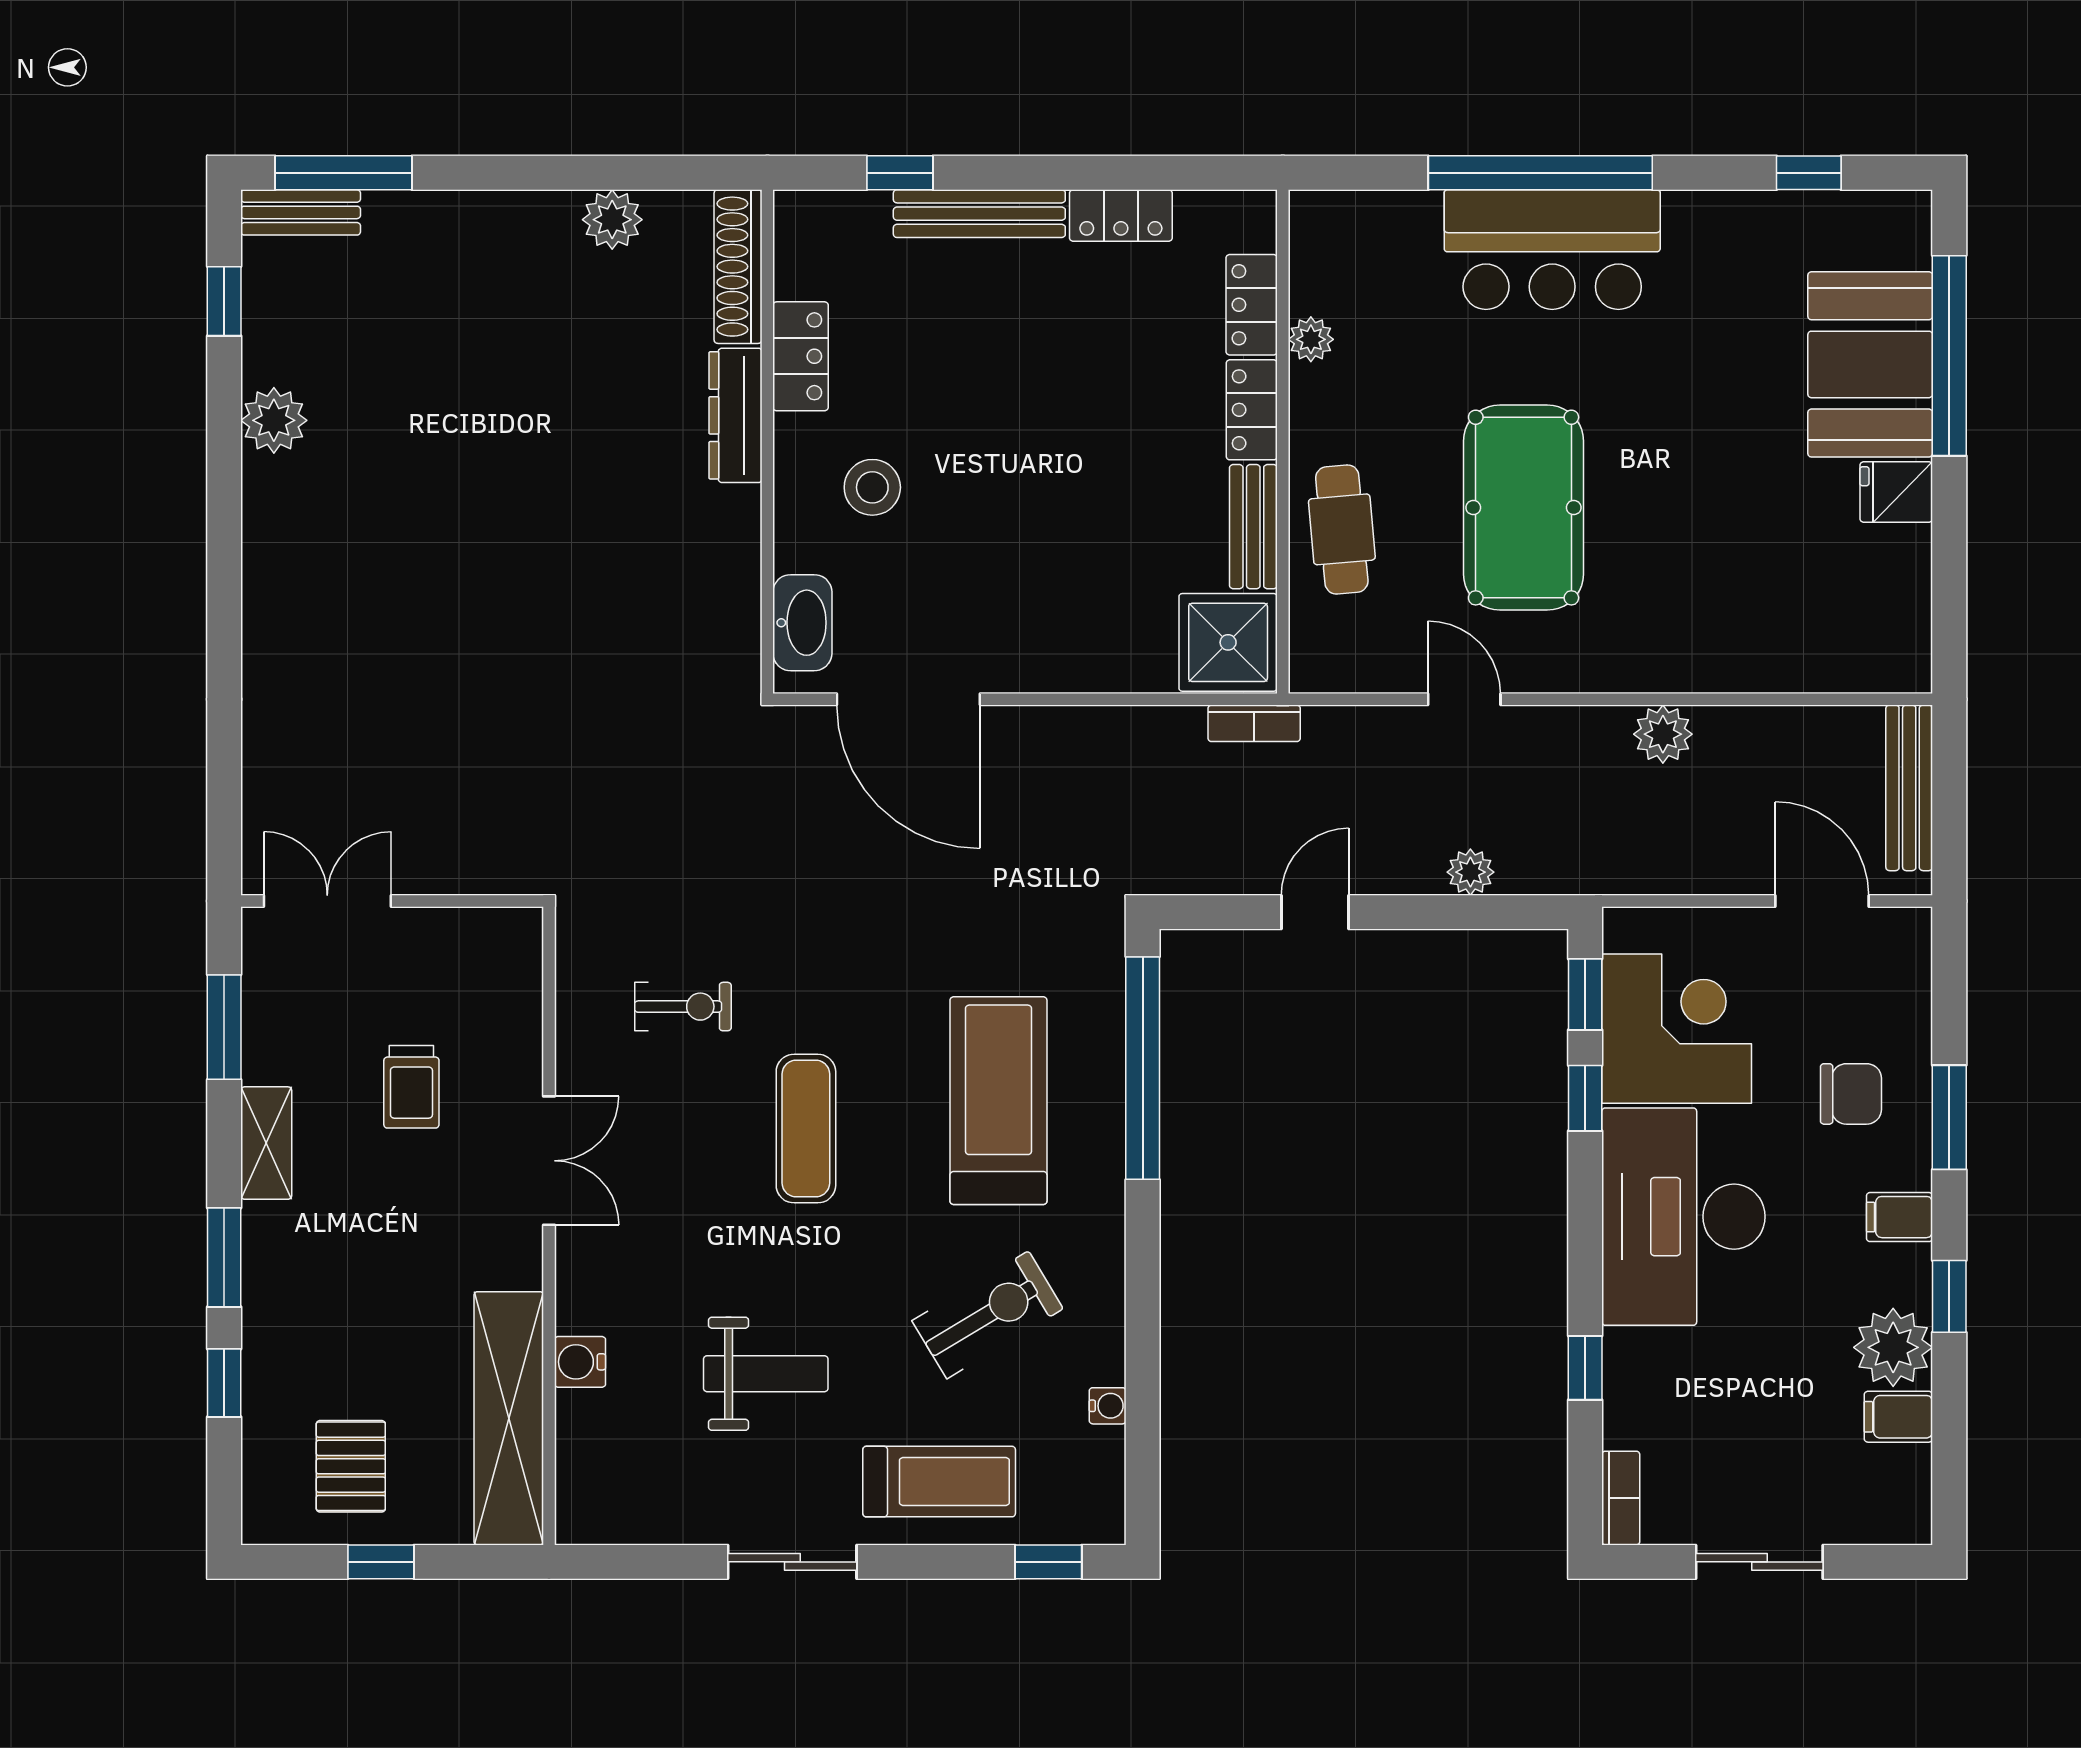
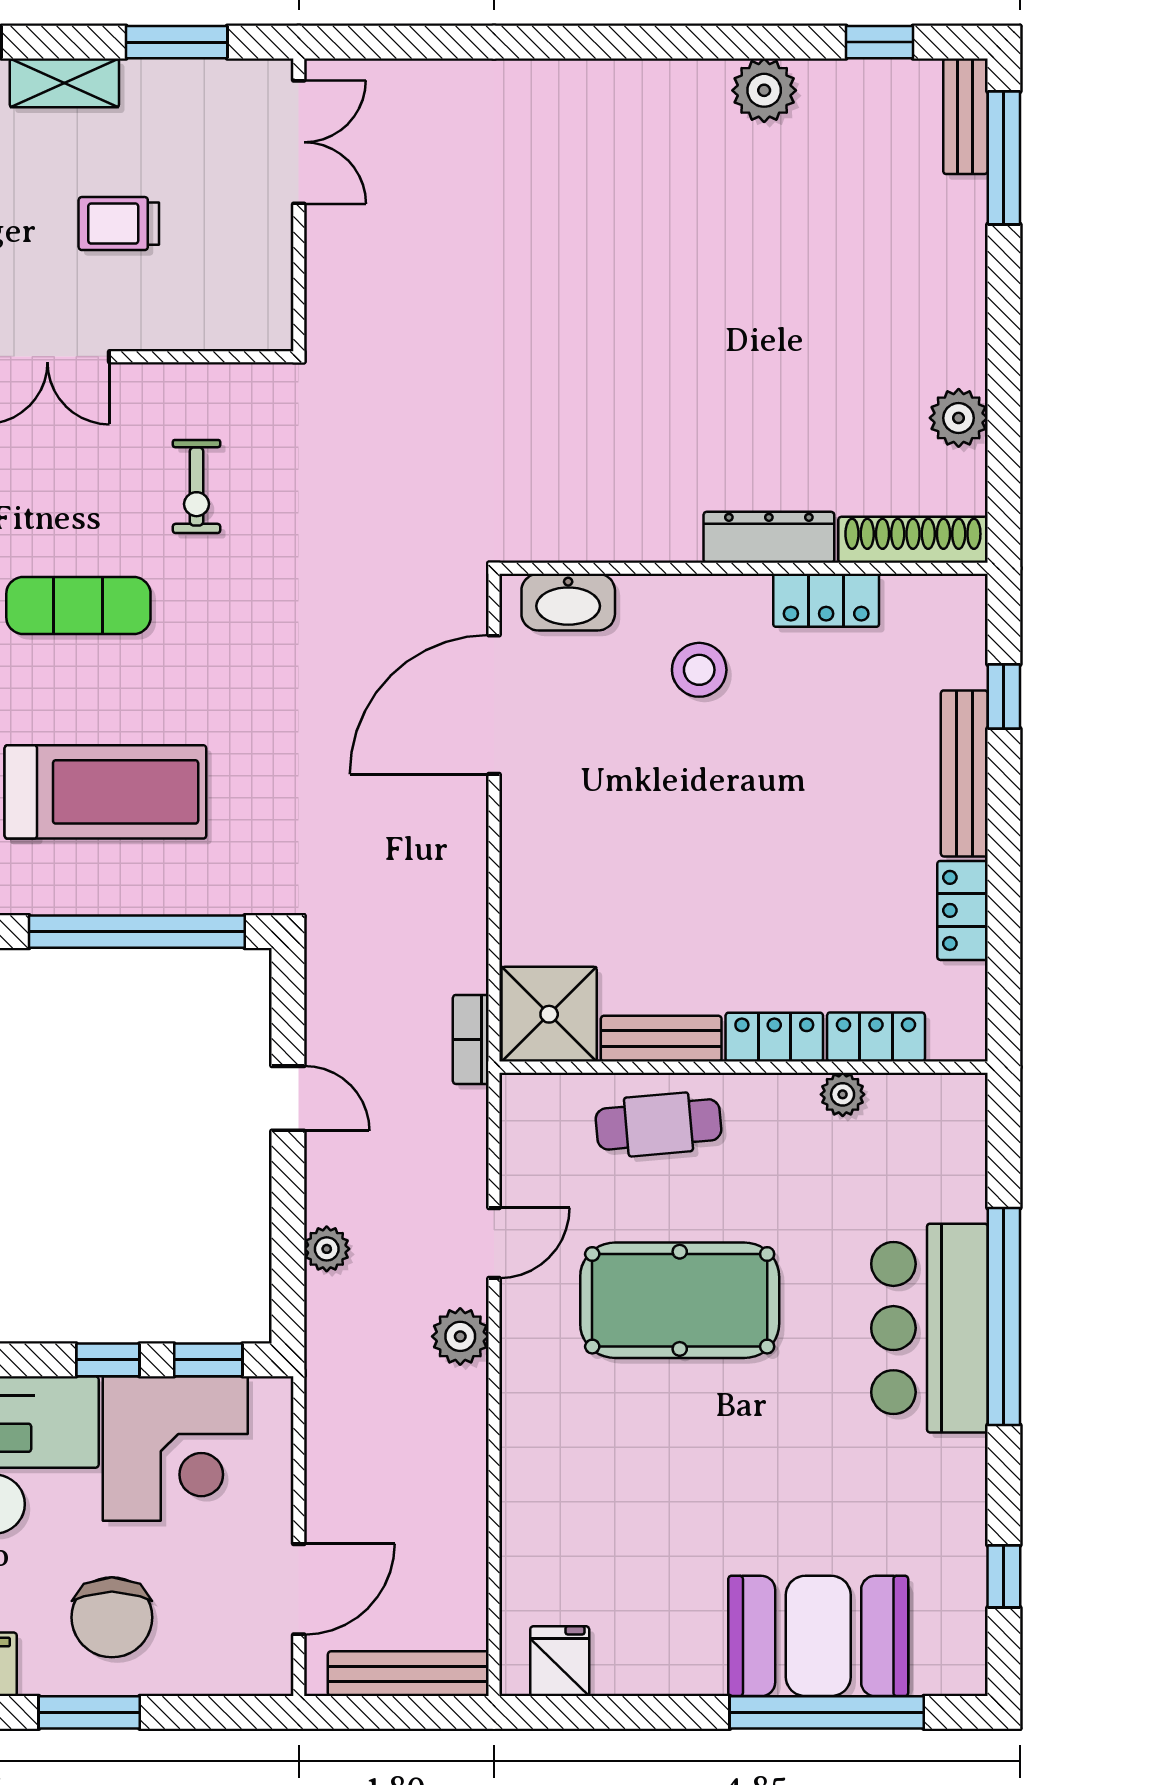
fridge: (1896, 492) -> (560, 1661), moved
plant: (1663, 734) -> (460, 1336), moved
chair: (1851, 1094) -> (112, 1617), width x1.37, depth x1.37

